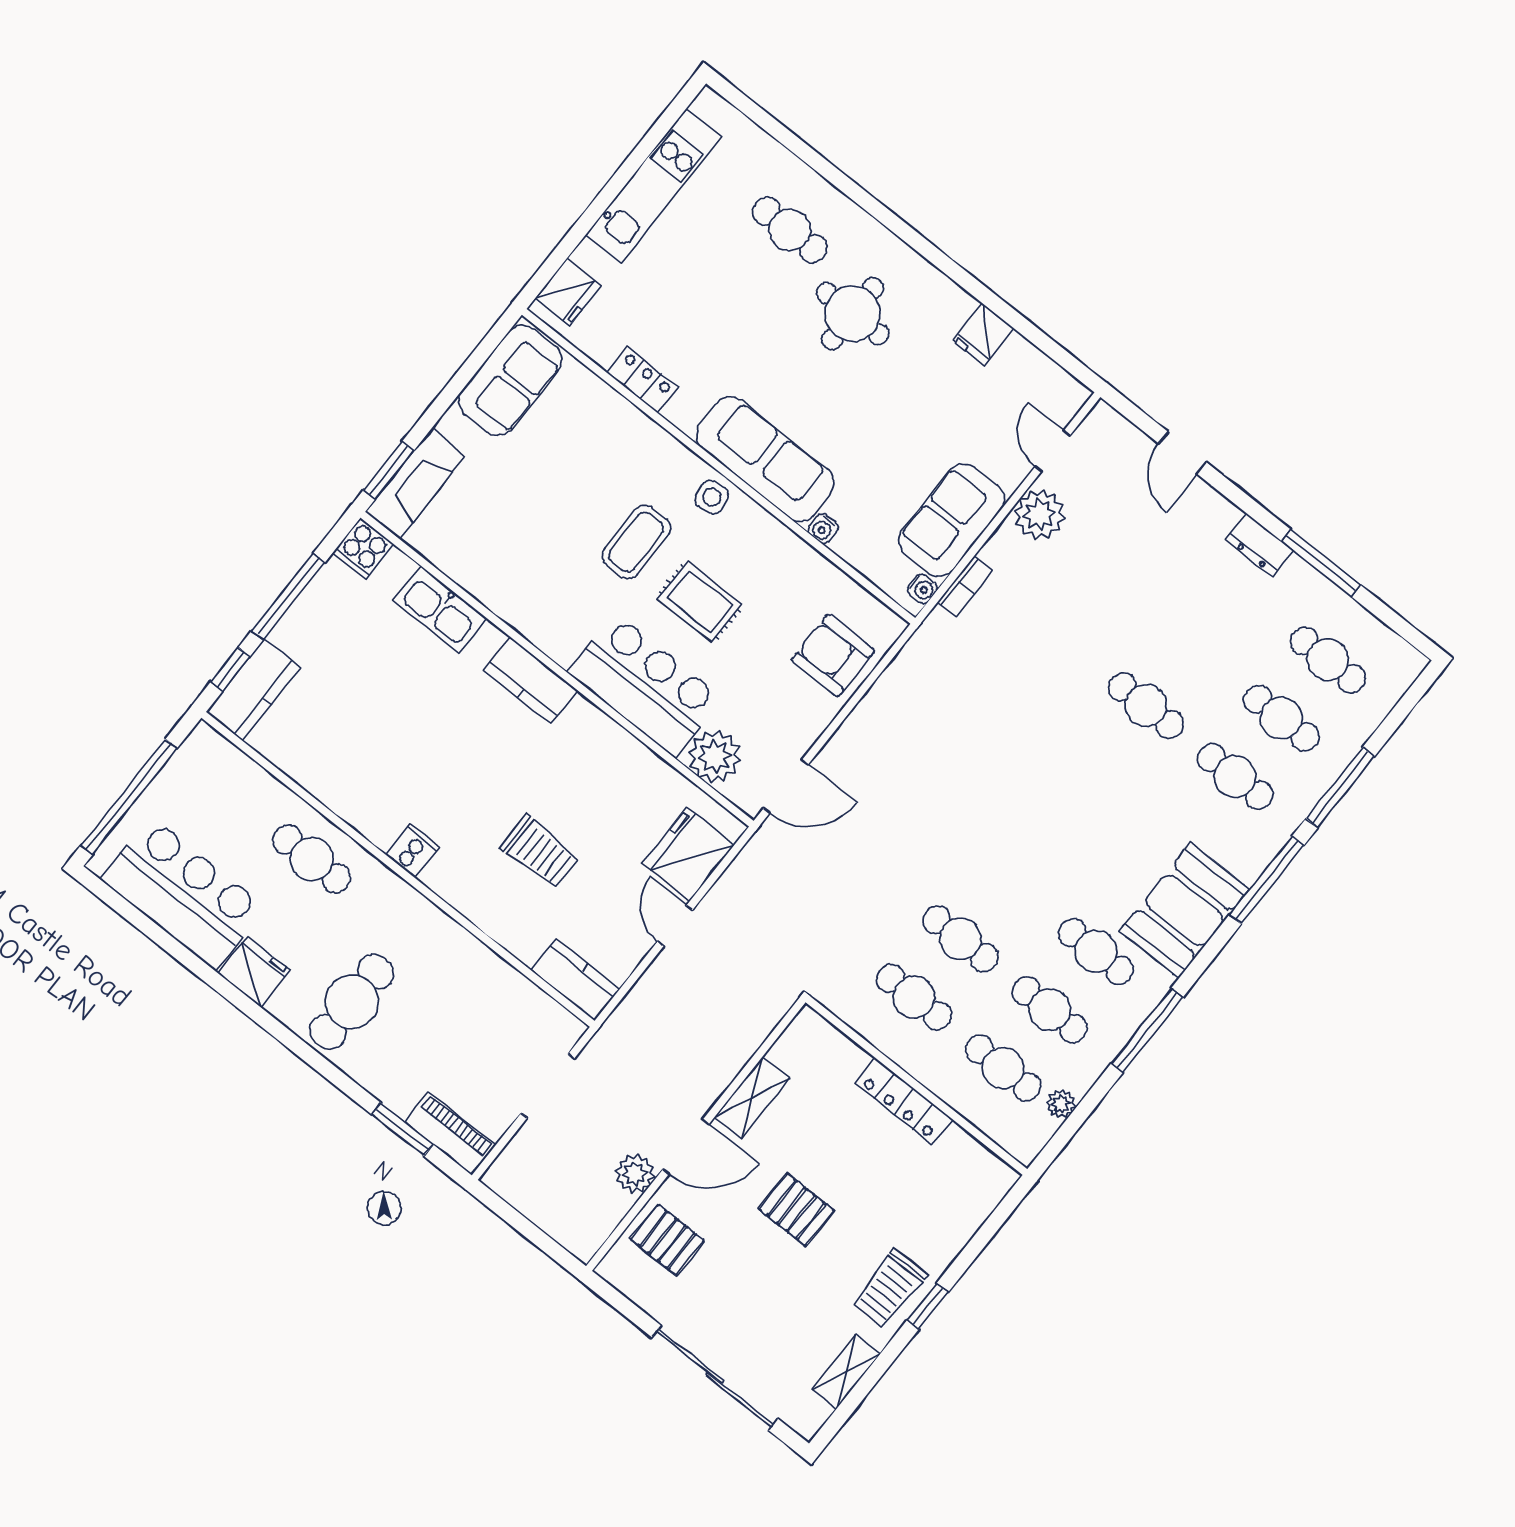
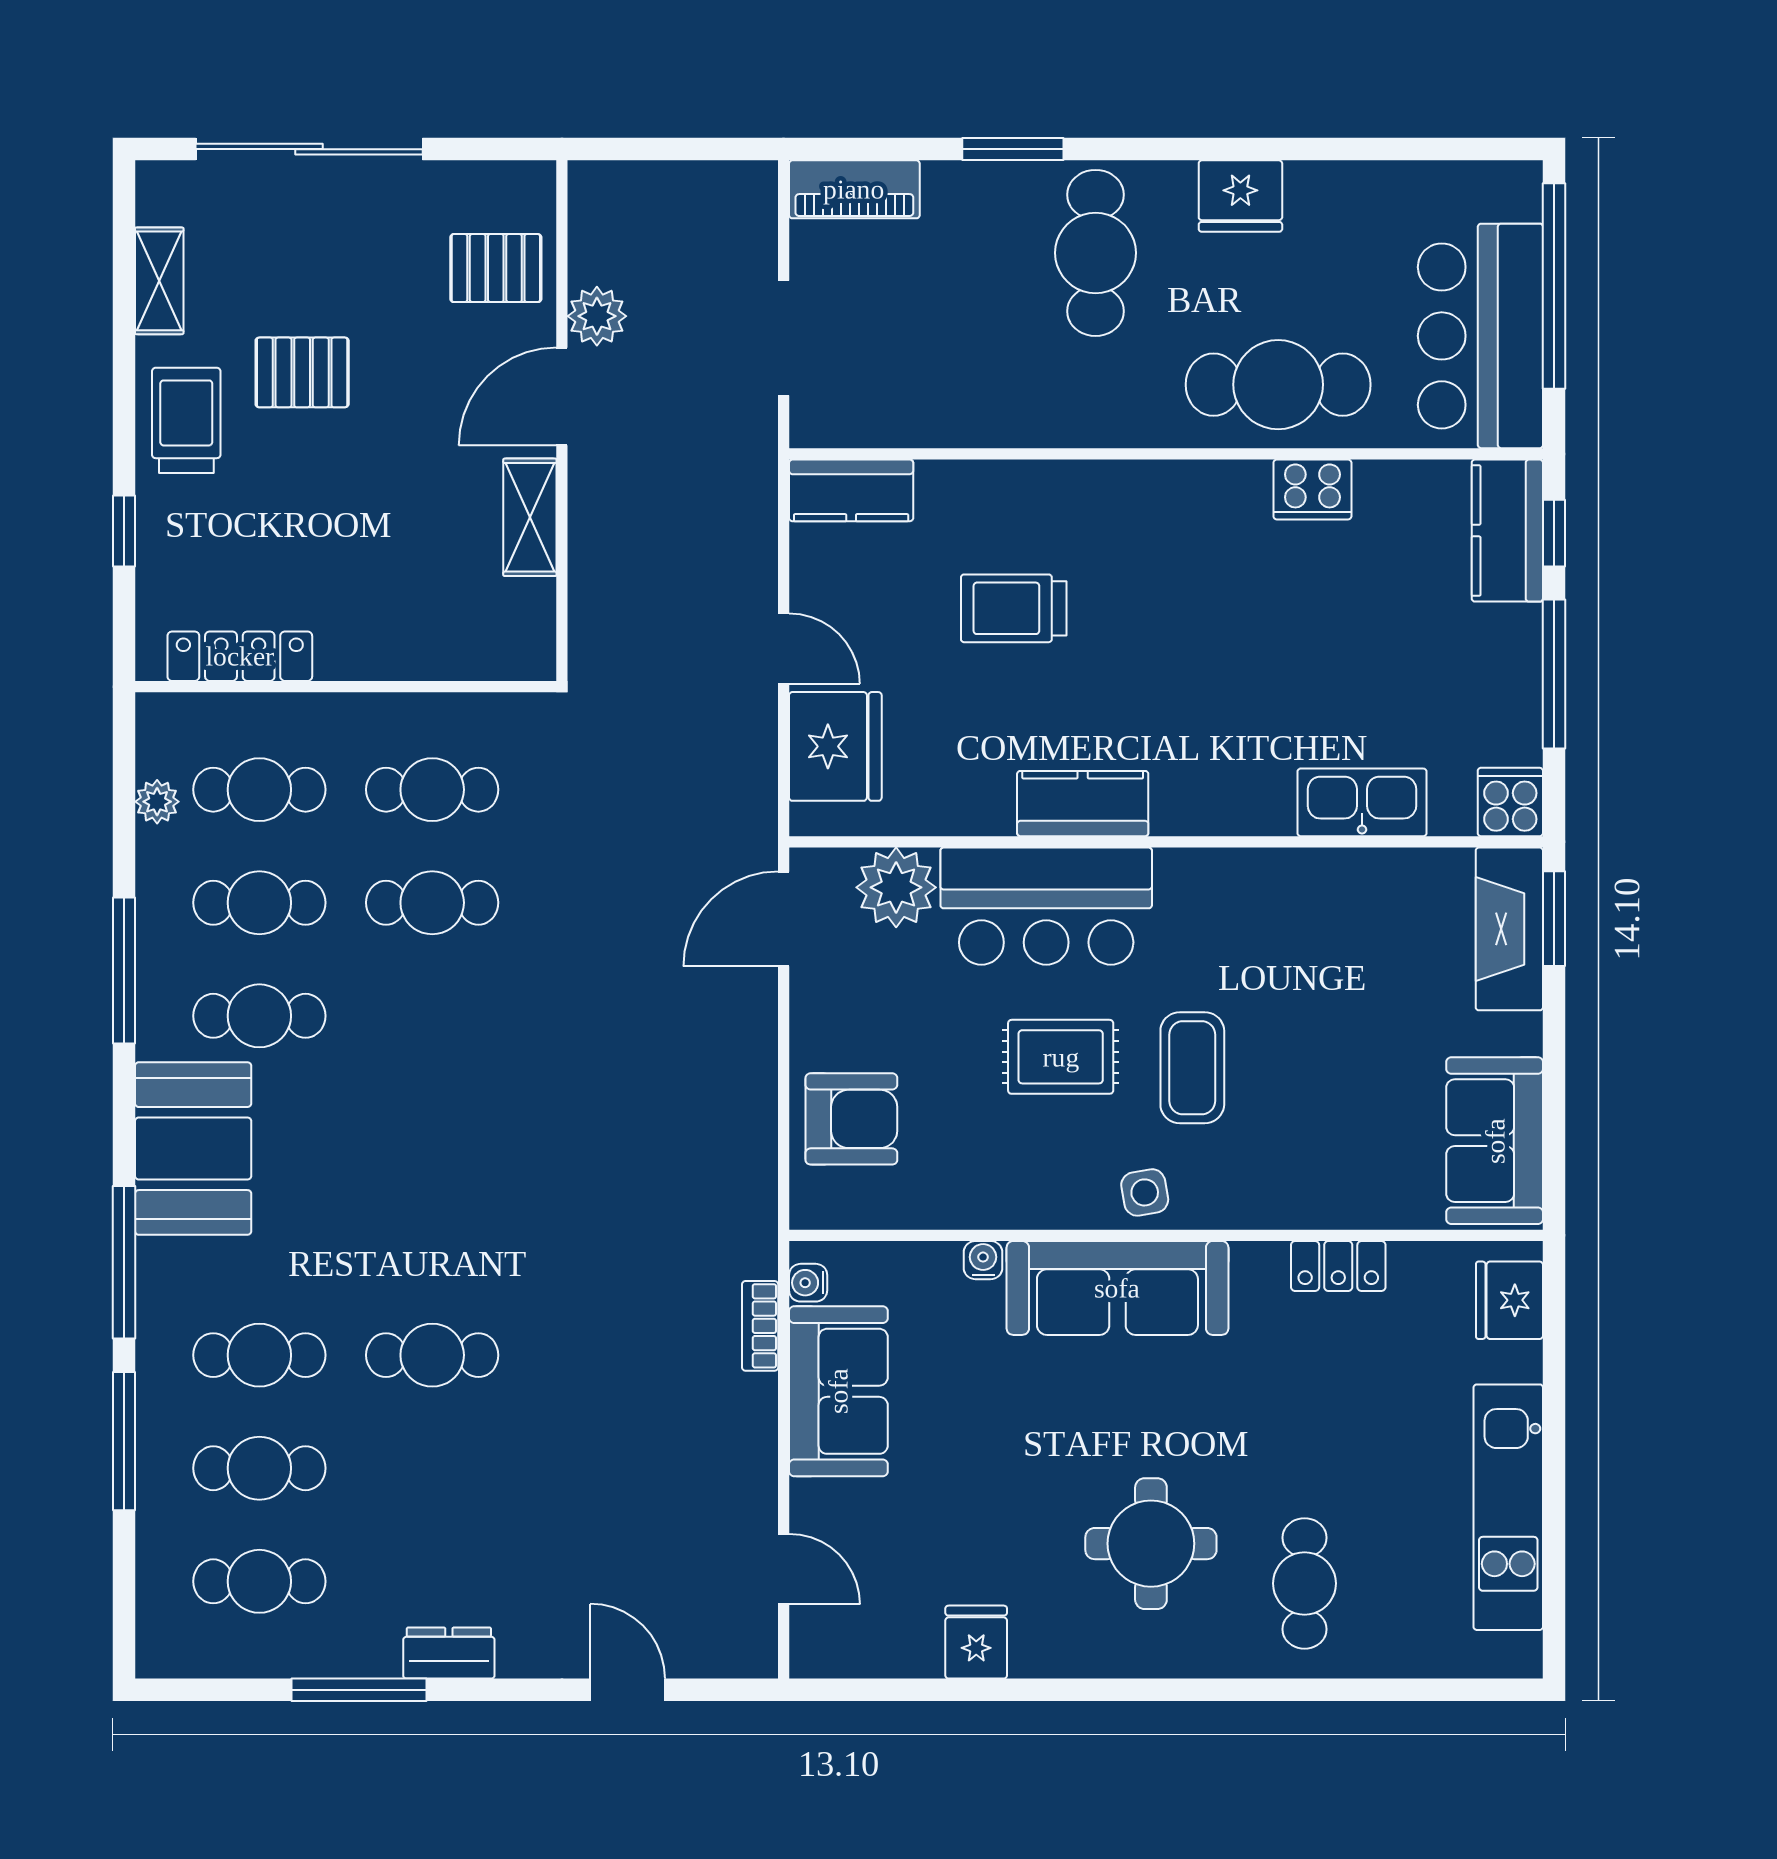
cafe table: (790, 230) -> (1305, 1583), turned 90
plant: (1039, 515) -> (739, 1481), removed
kitchen counter: (531, 680) -> (1083, 804), moved
cooker: (412, 851) -> (1312, 490), moved, width x1.36
cafe table: (312, 859) -> (1278, 385), width x1.37, depth x1.35
bar counter: (183, 893) -> (1480, 336), moved, turned 90
locker: (904, 1101) -> (240, 656), moved
window: (402, 1129) -> (1013, 149), moved
pallet: (796, 1210) -> (302, 372), moved
window: (928, 1306) -> (124, 531), moved

